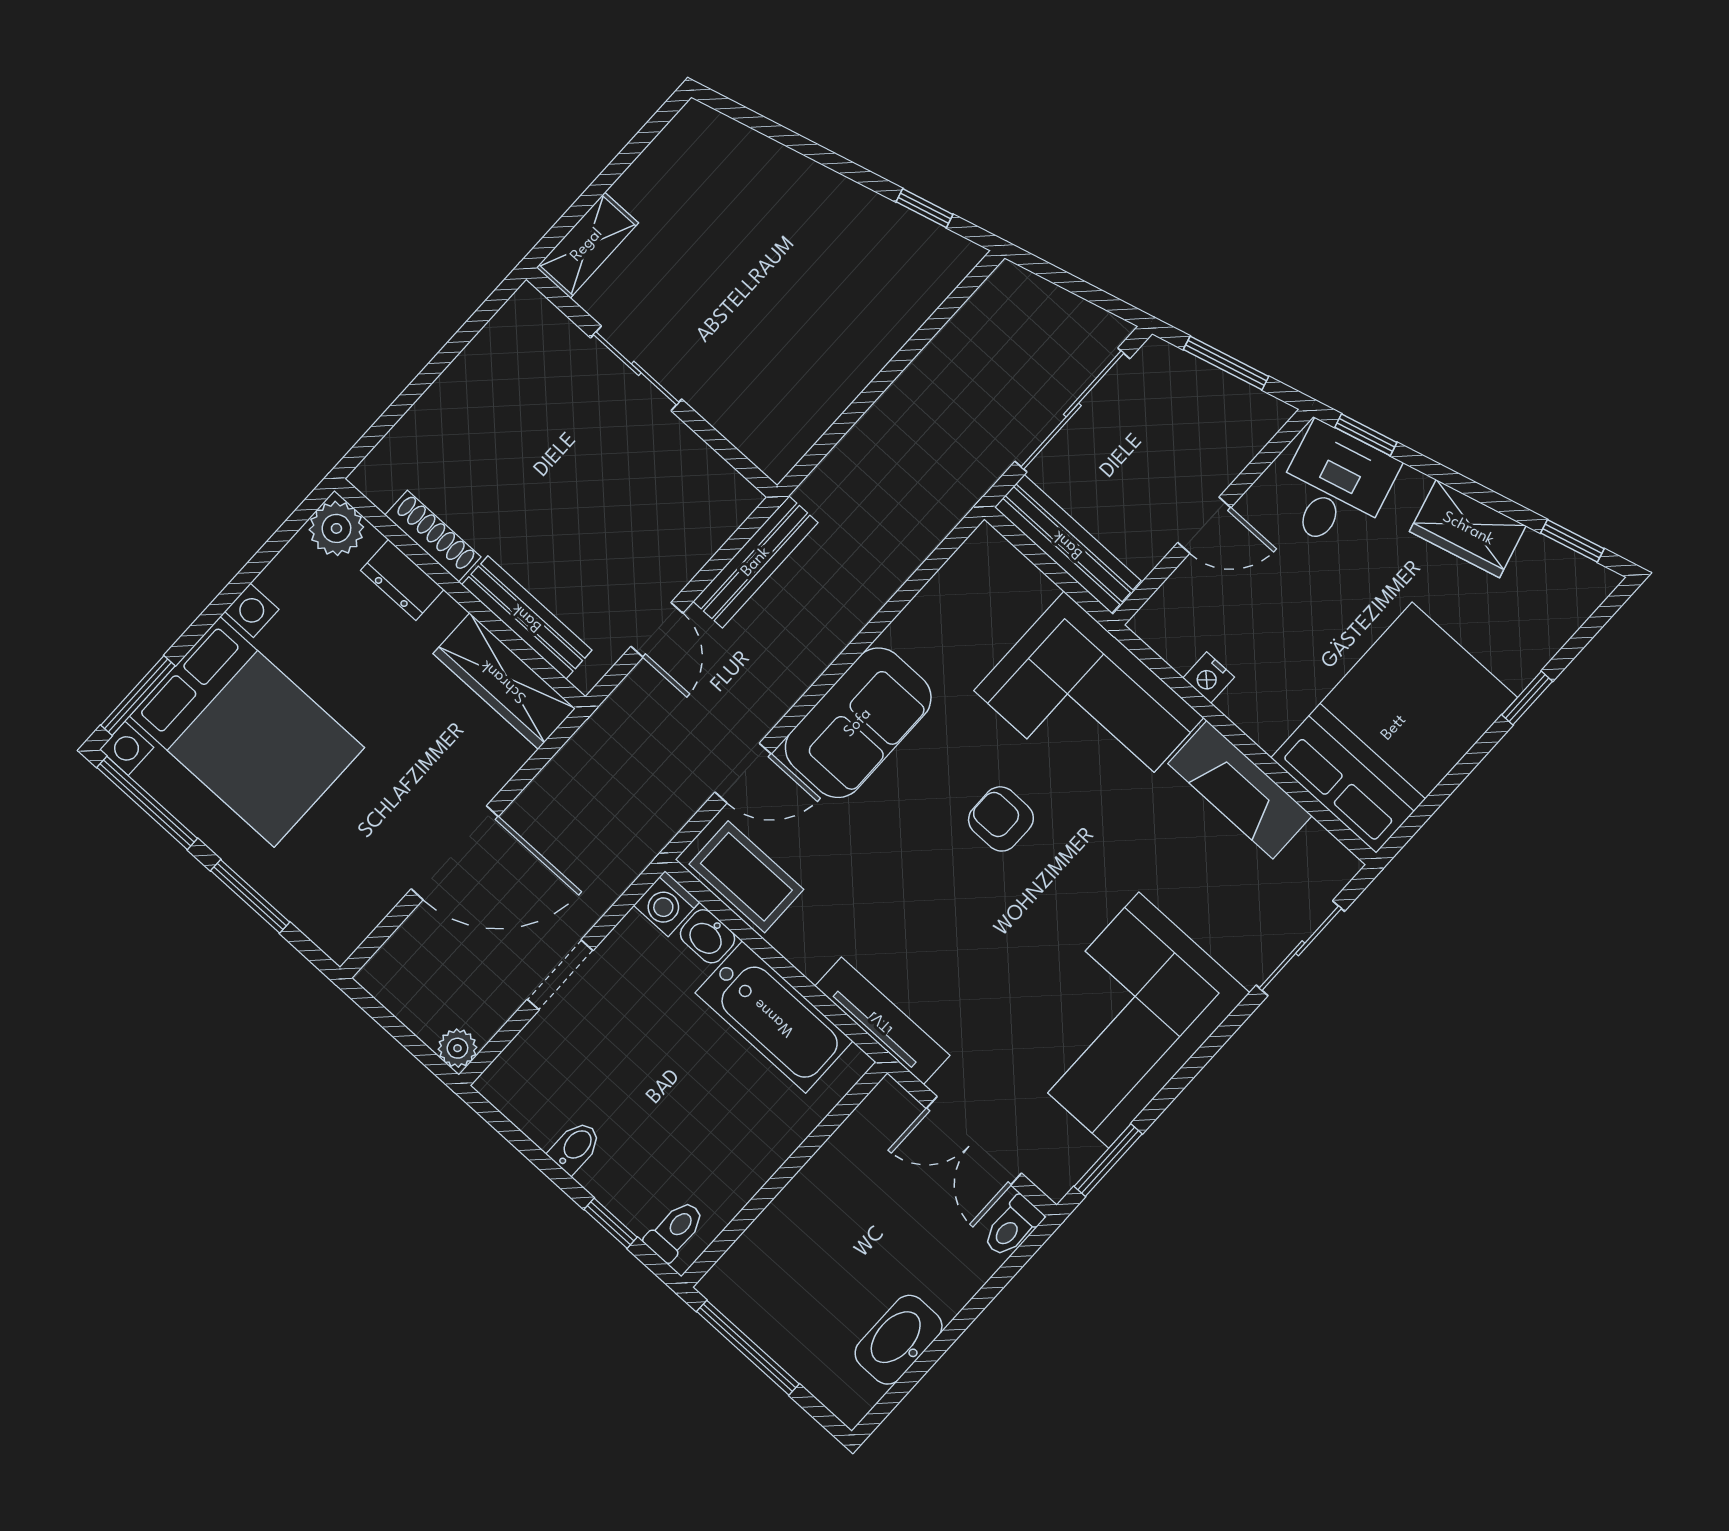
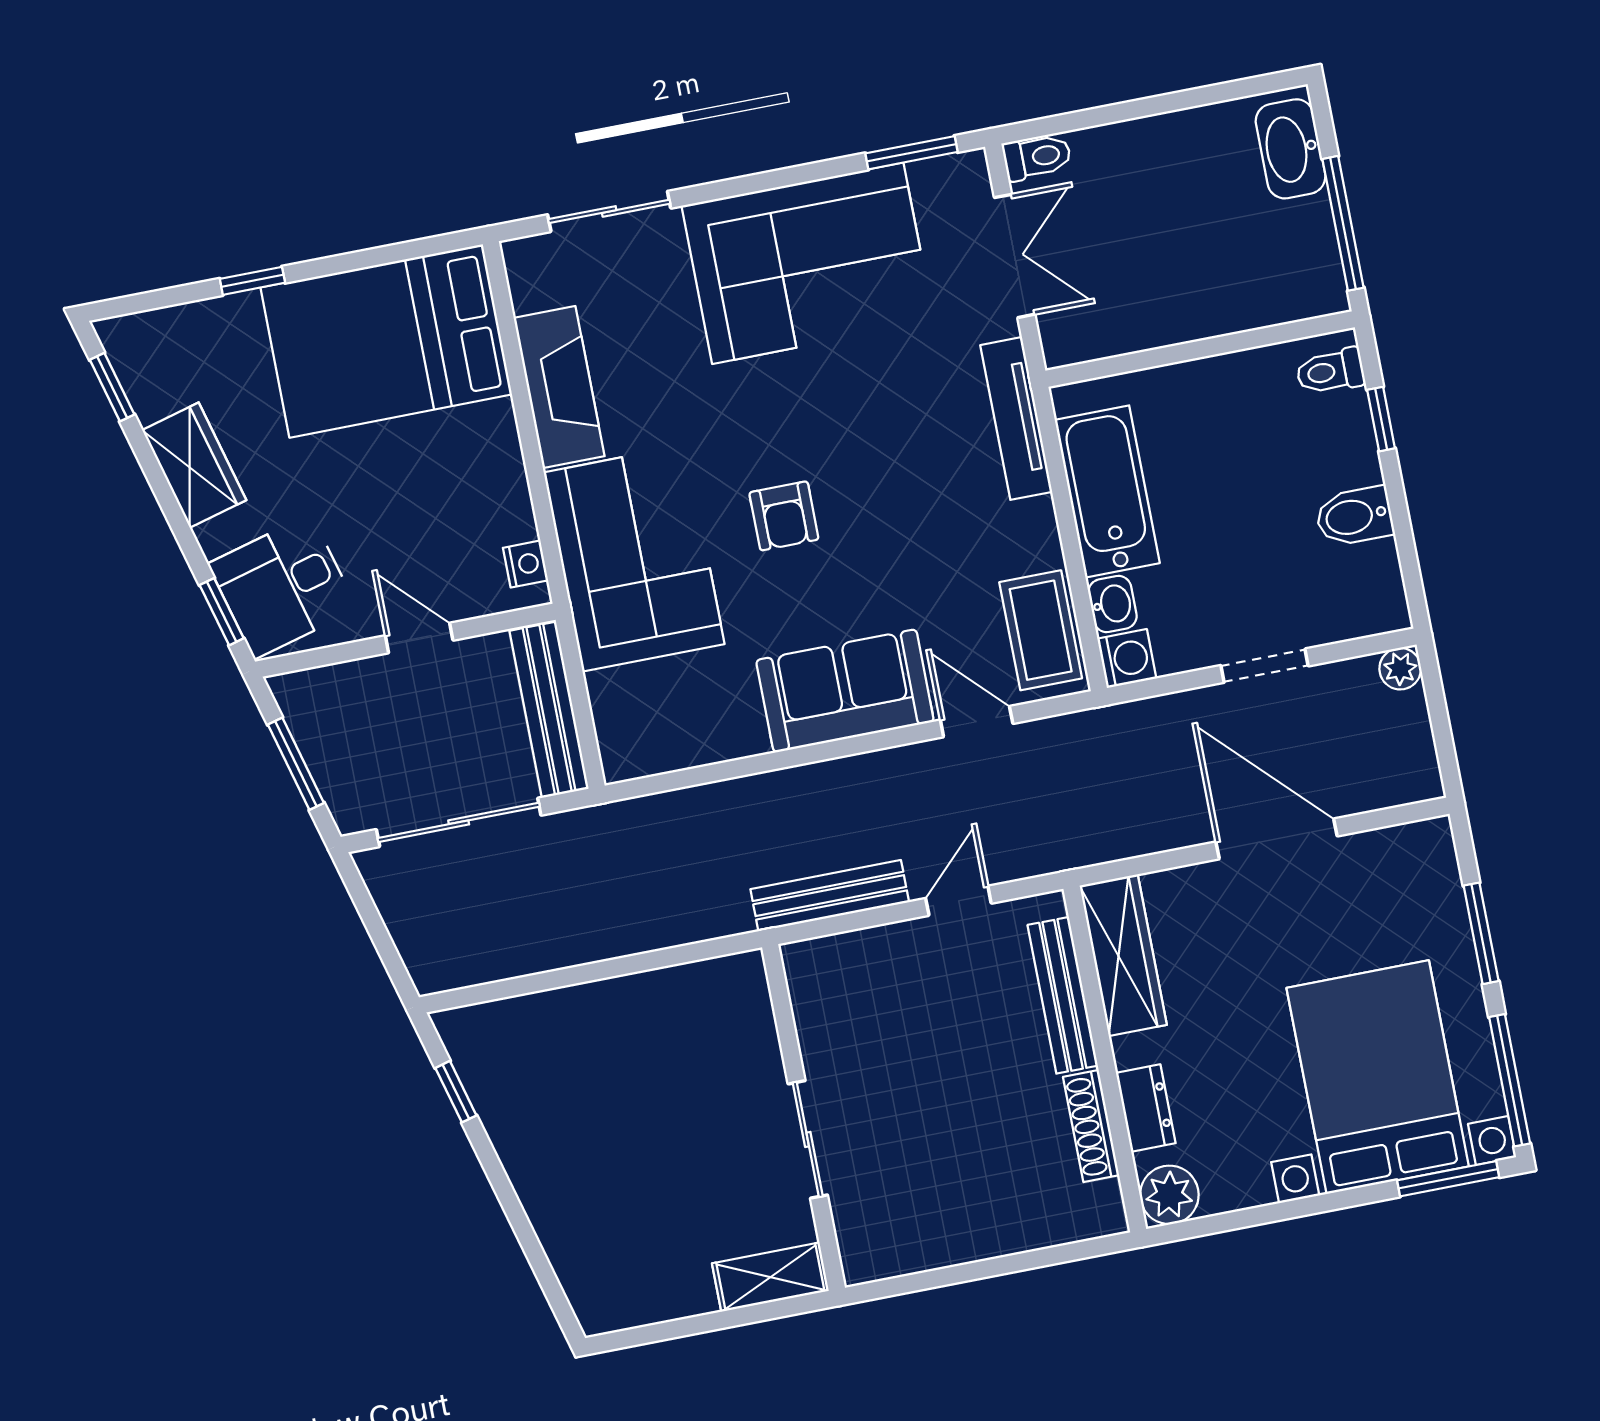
nightstand: (1209, 678) -> (525, 564), moved
bidet: (575, 1147) -> (1354, 516), width x1.38, depth x1.36
washbasin: (899, 1340) -> (1291, 149), moved, turned 90

